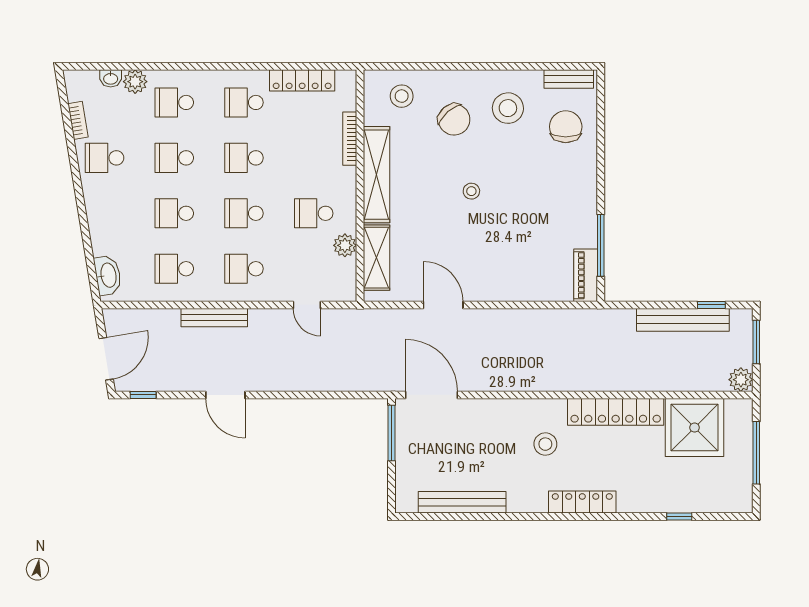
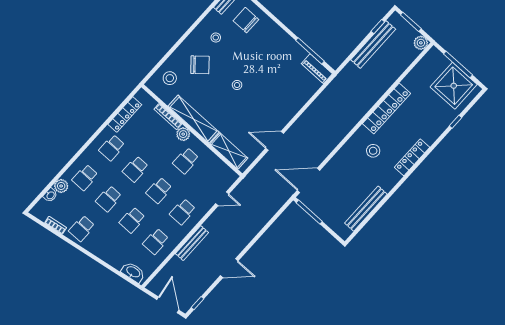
stool: (508, 108) -> (216, 38), width x0.53, depth x0.53
plant: (345, 245) -> (183, 134), moved
shower: (695, 428) -> (454, 86), moved

